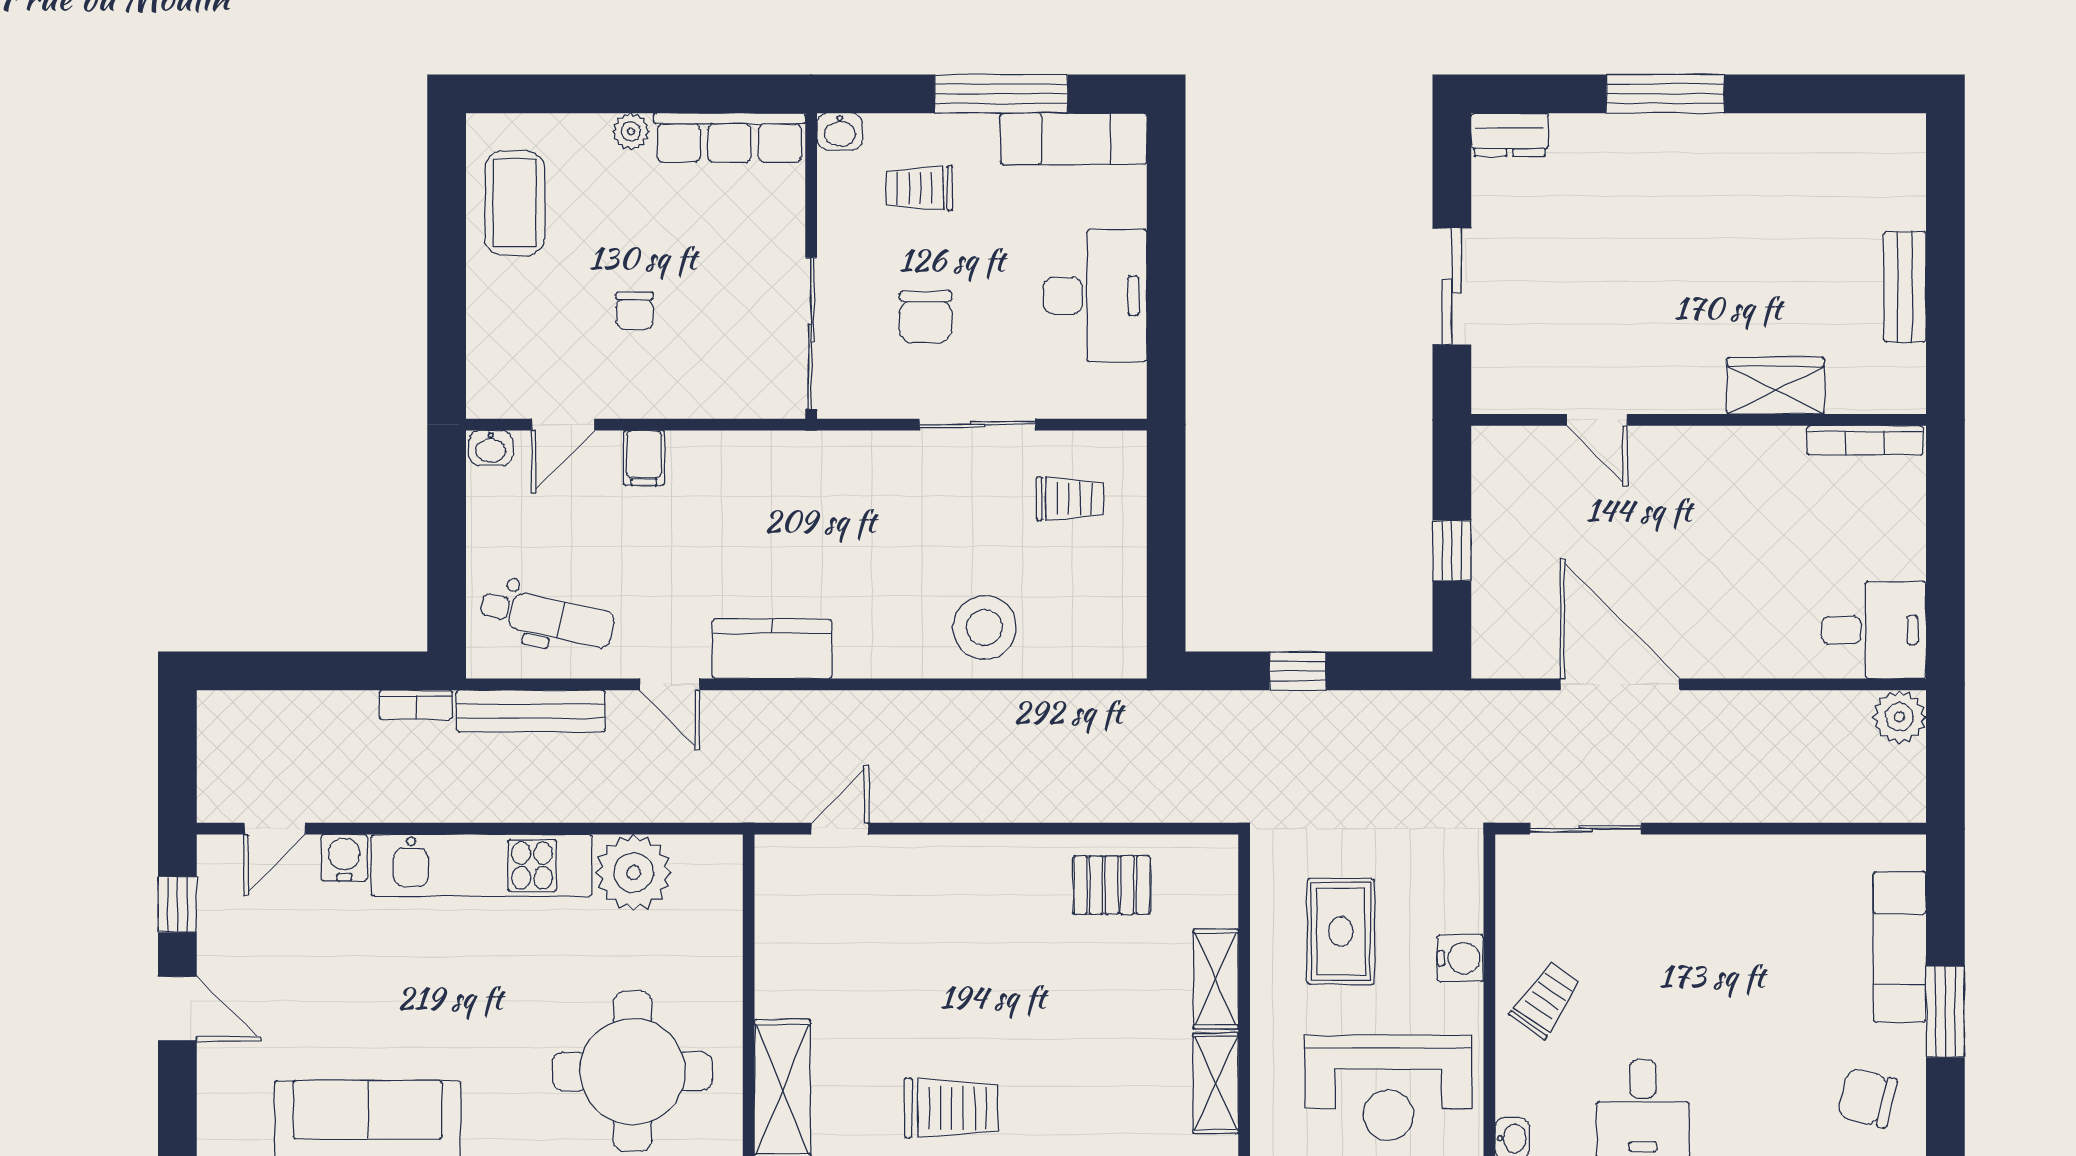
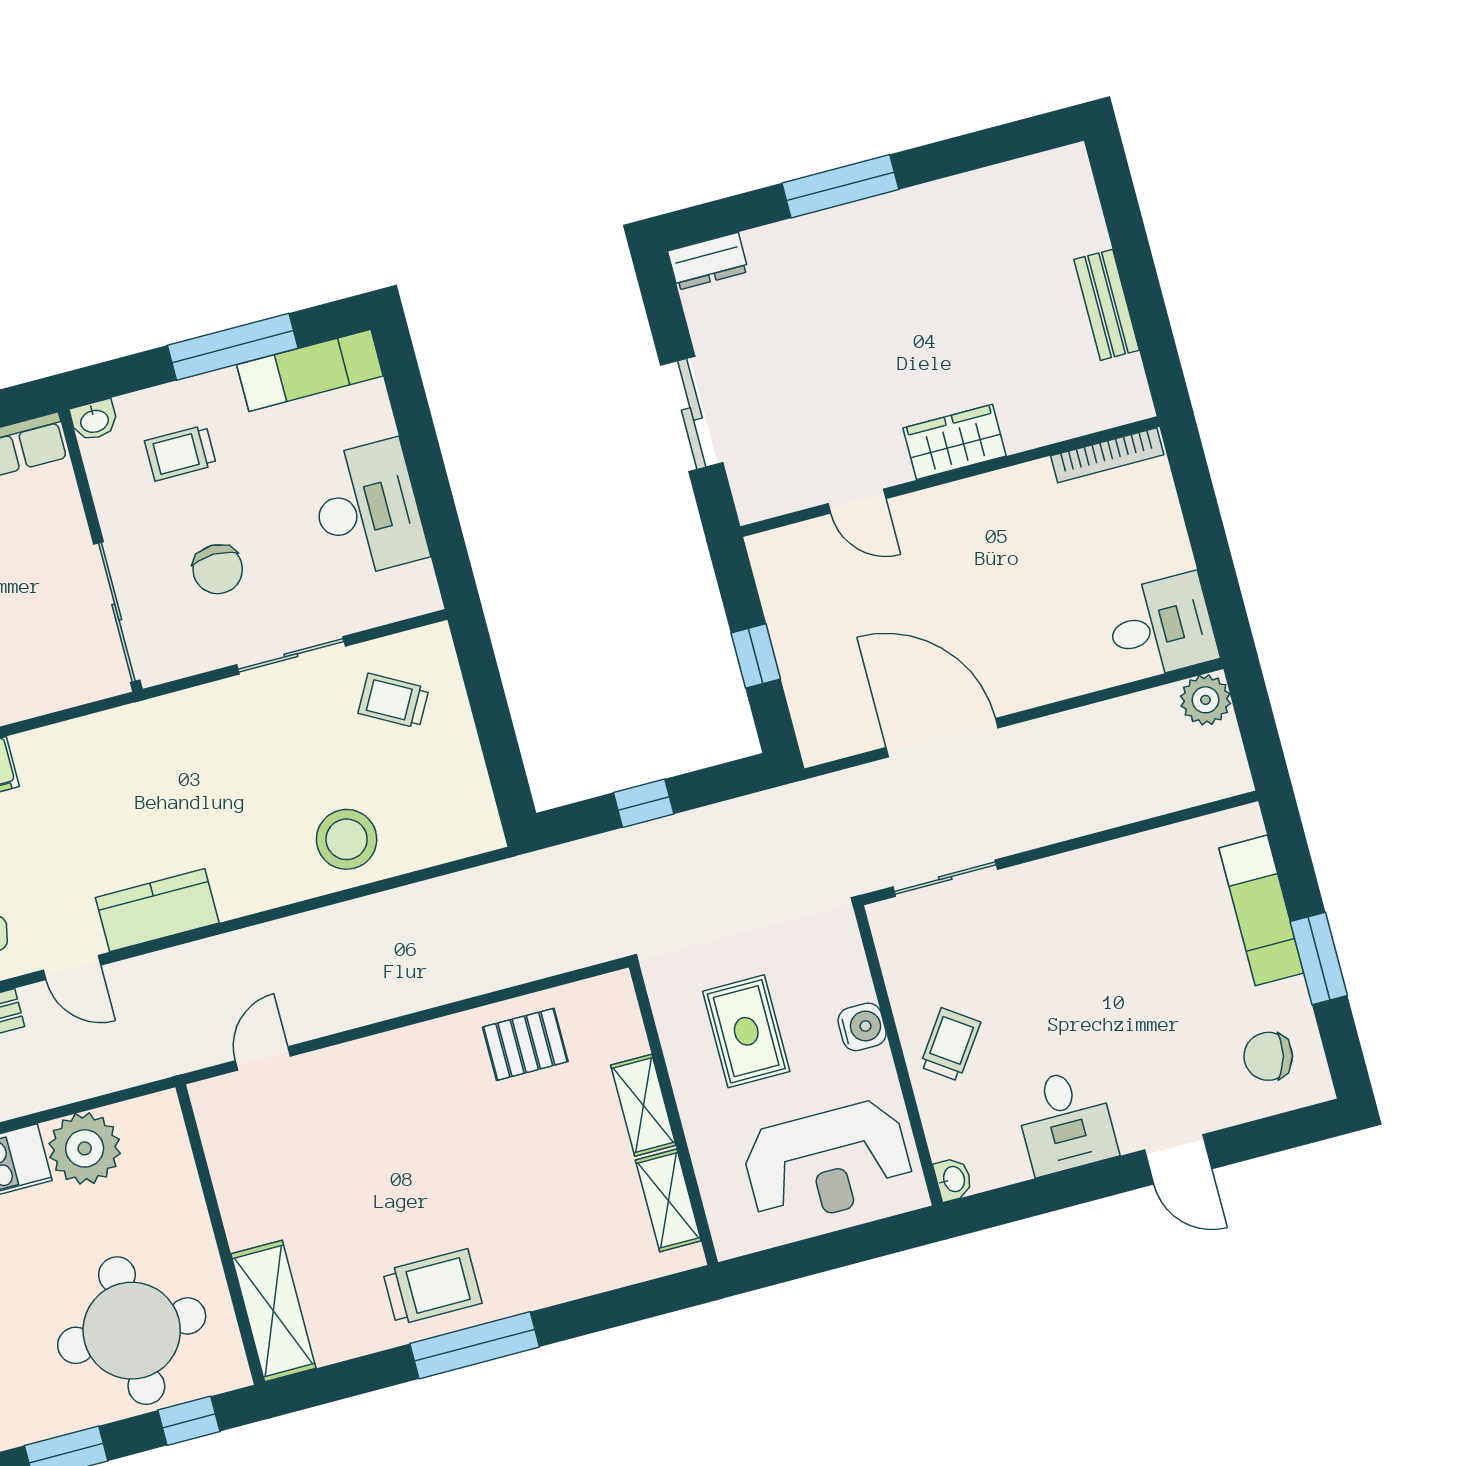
wardrobe: (1776, 386) -> (954, 442), moved
trolley: (1070, 499) -> (394, 701), turned -151

